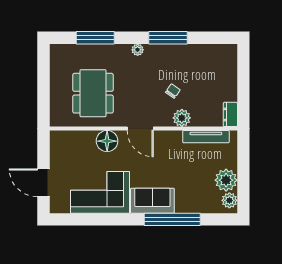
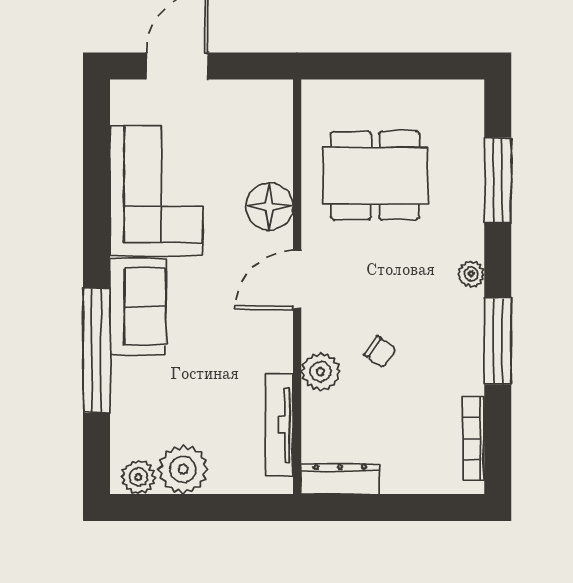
bookcase: (212, 49) -> (474, 439), added
dresser: (230, 114) -> (340, 479), width x1.44

